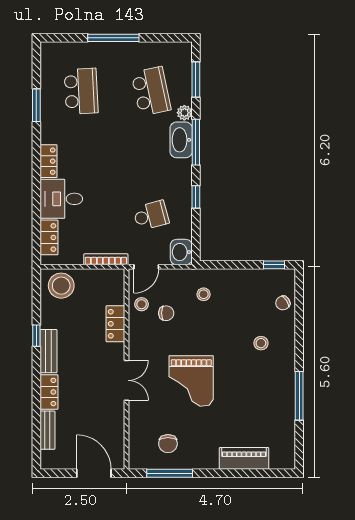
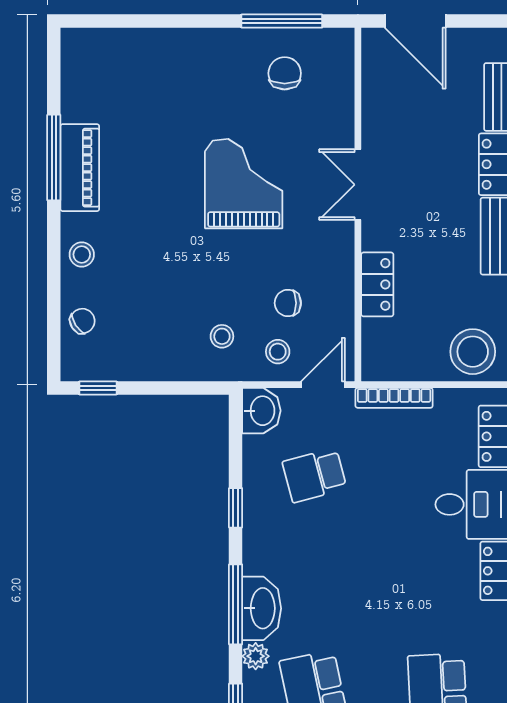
stool: (142, 304) -> (278, 352), moved
stool: (261, 343) -> (82, 254), moved
piano: (244, 458) -> (80, 168), moved, turned -90

